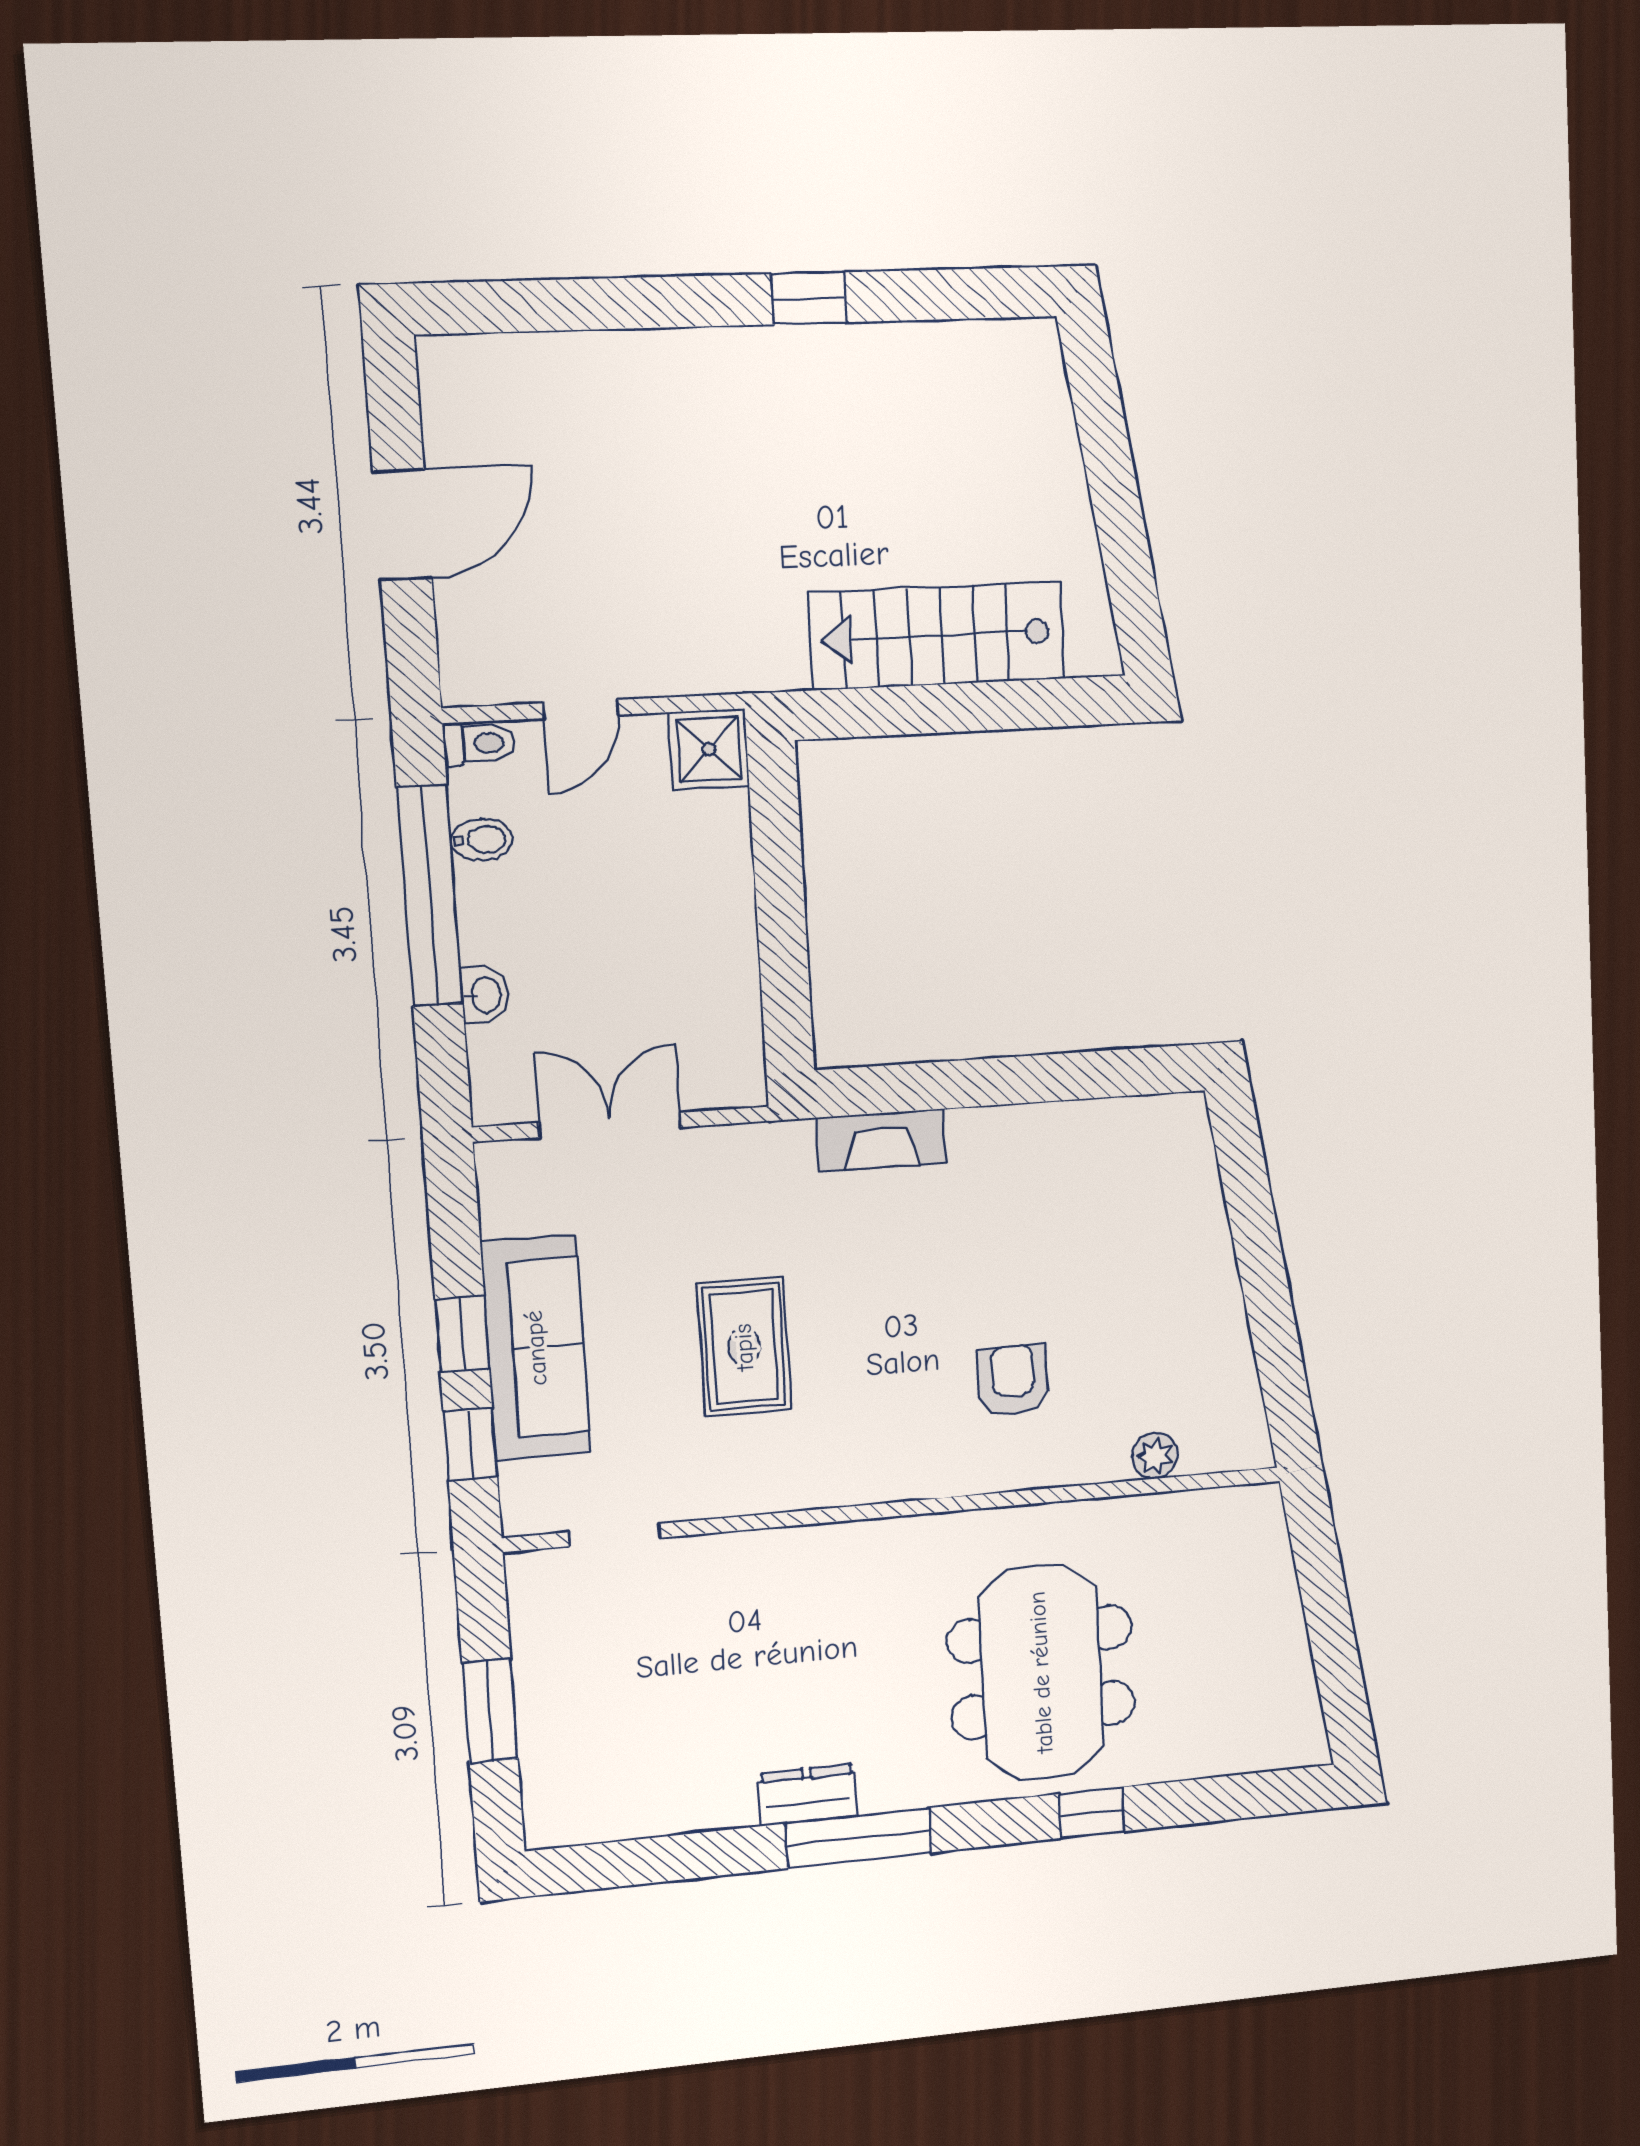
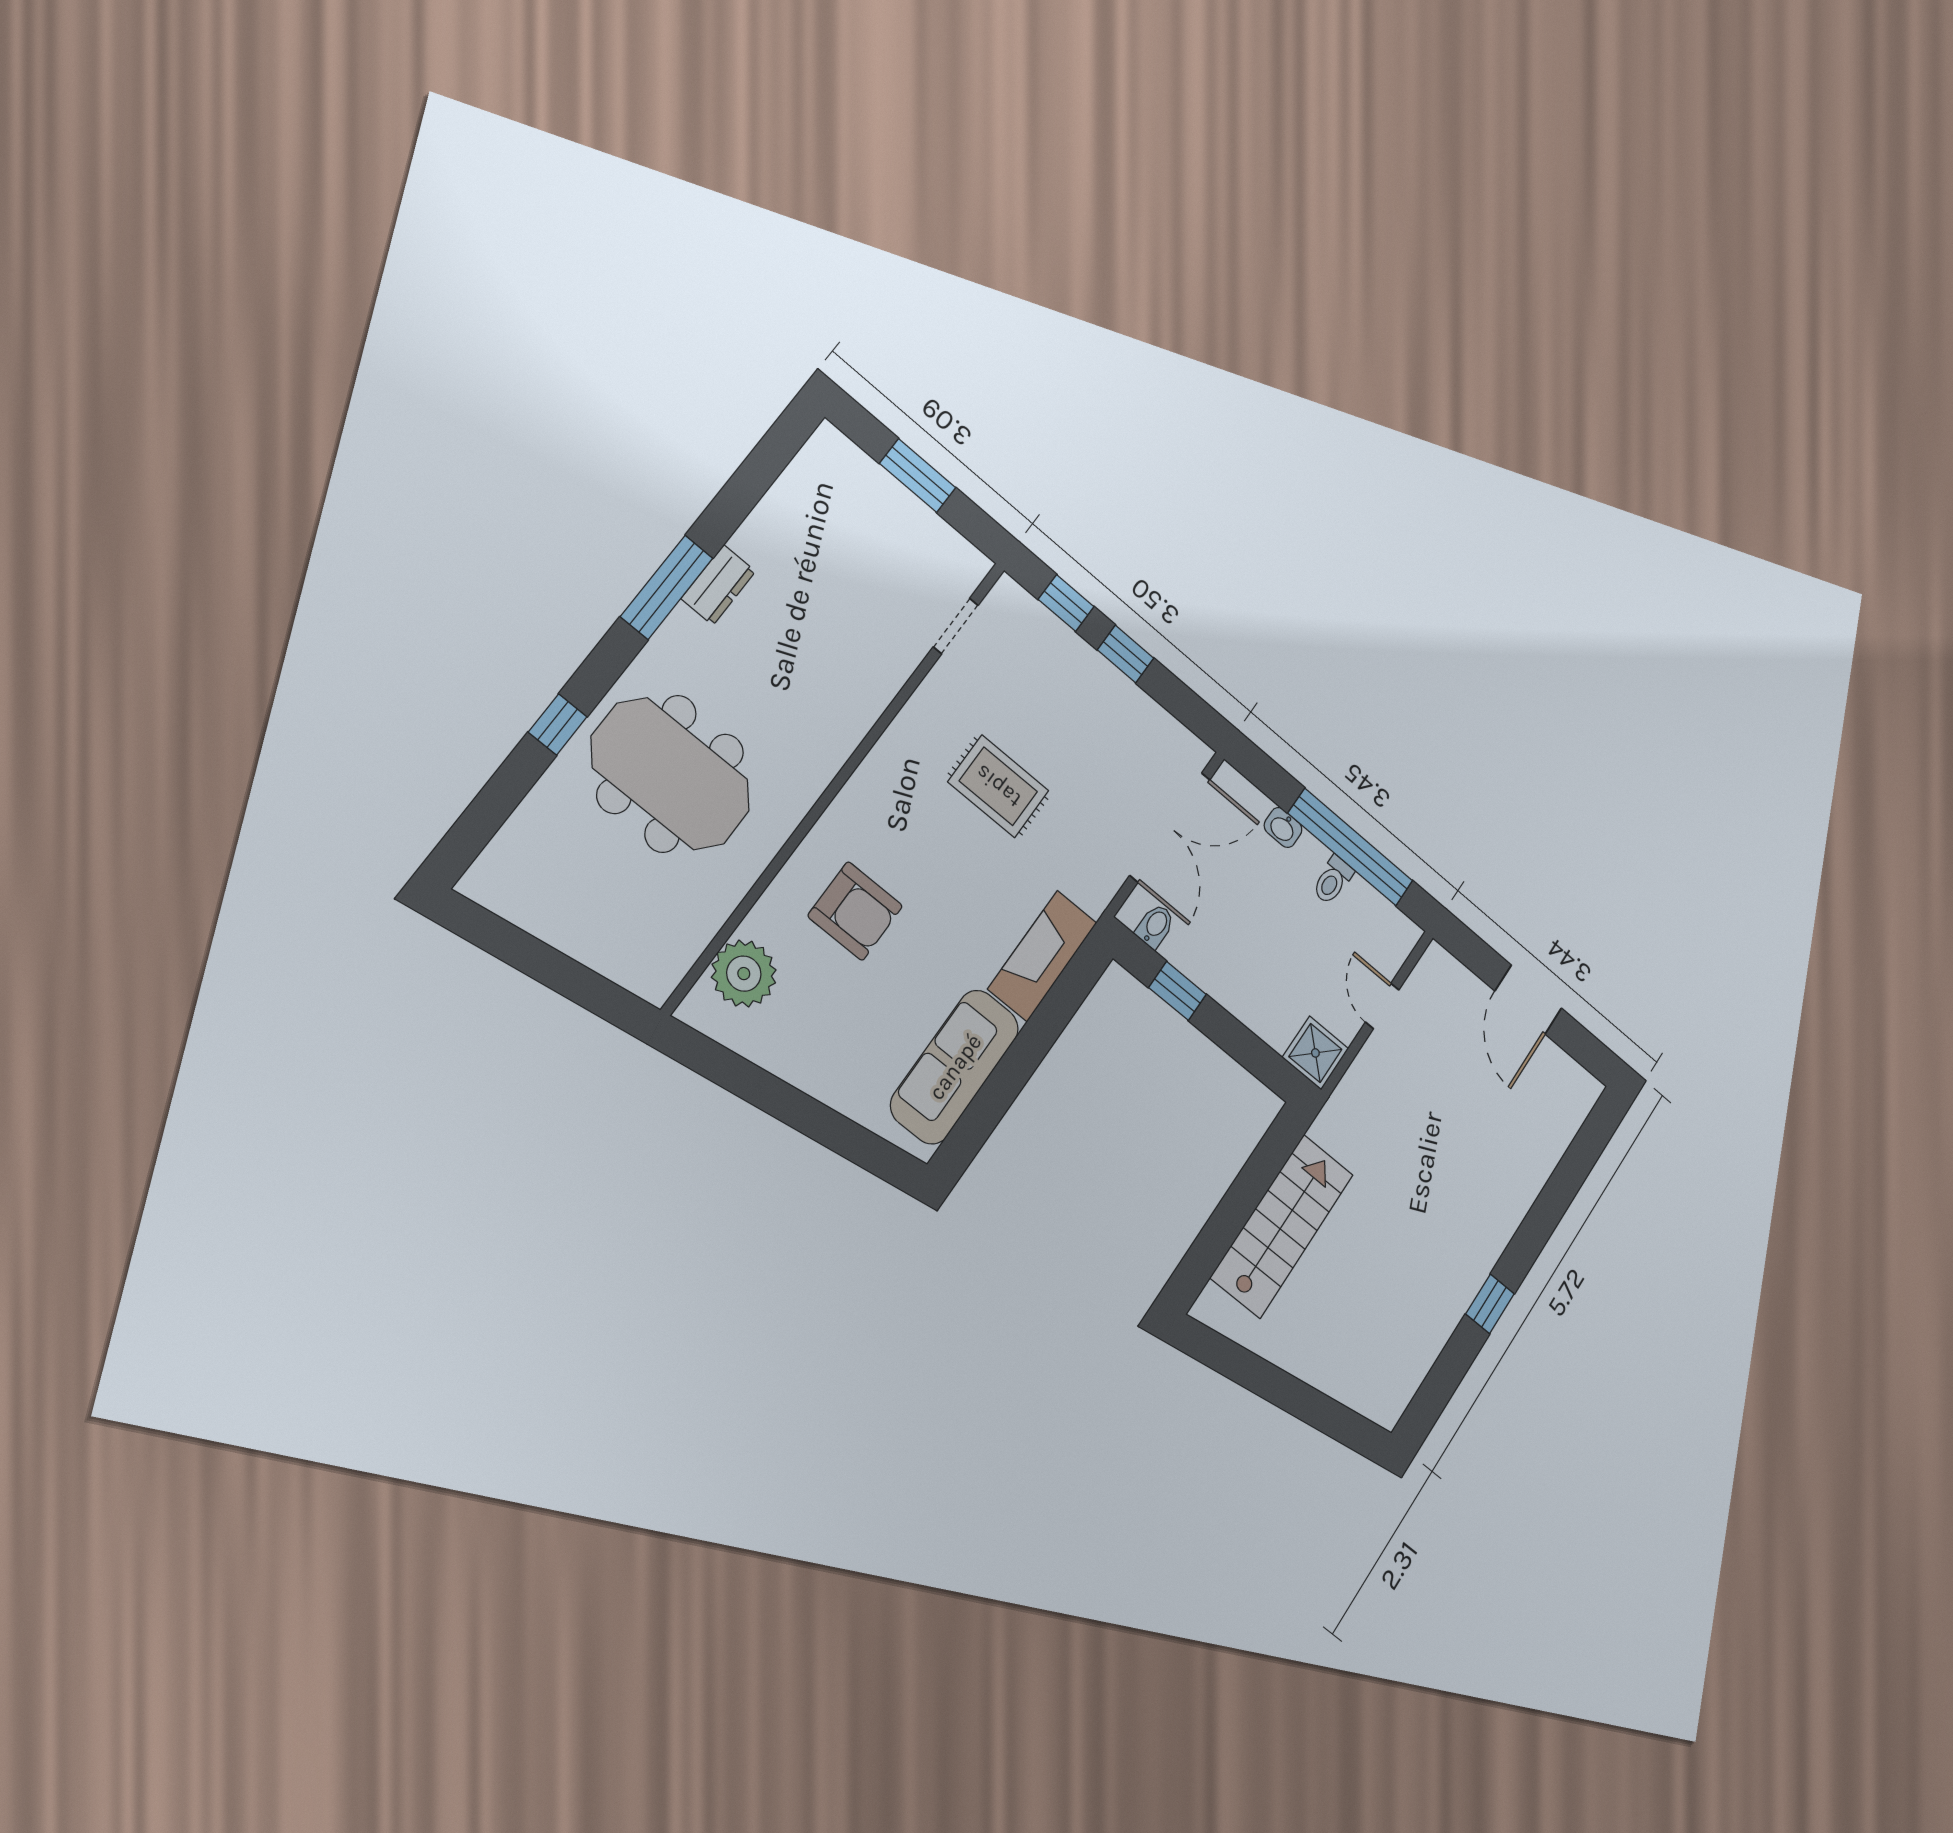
toilet: (479, 743) -> (1333, 880), moved
bidet: (482, 840) -> (1155, 926), moved, turned 180
window: (784, 968) -> (1178, 991), added
double door: (610, 1125) -> (1170, 827), width x1.37
fireplace: (881, 1140) -> (1042, 956), width x1.37, depth x1.32
sofa: (536, 1348) -> (955, 1067), moved, turned 90
armchair: (1013, 1380) -> (855, 911), width x1.38, depth x1.38
plant: (1155, 1456) -> (744, 974), width x1.88, depth x1.88

